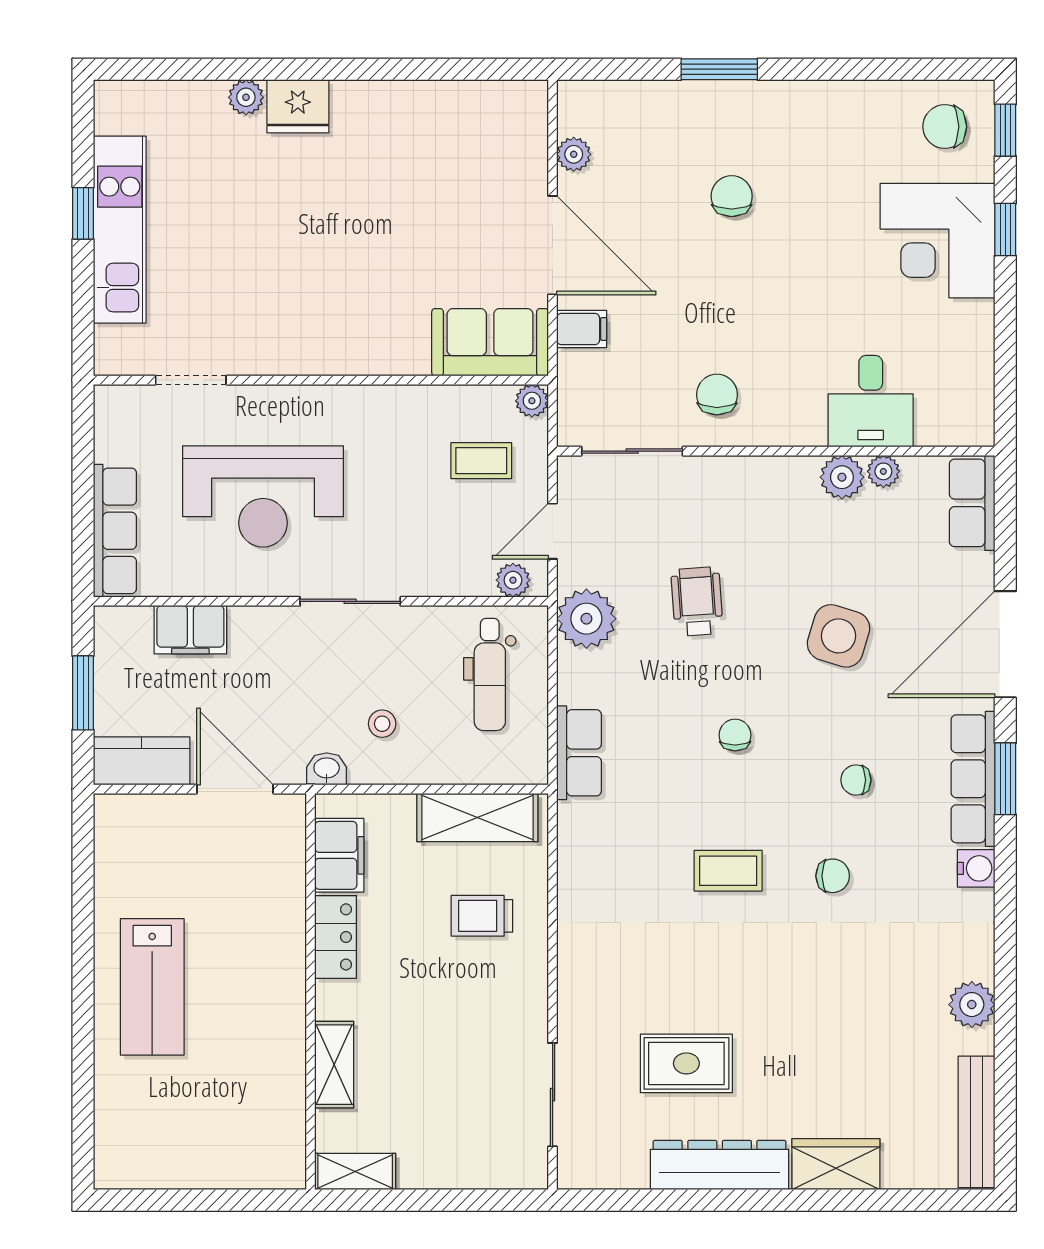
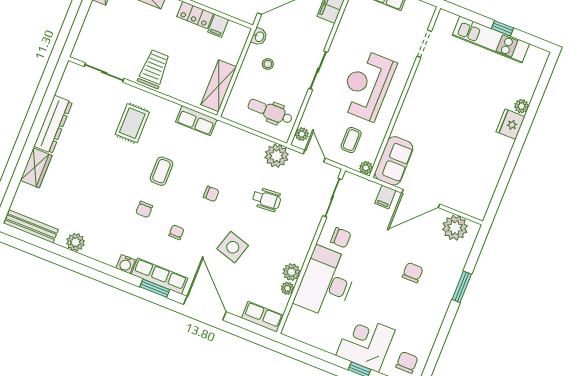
plant: (574, 154) -> (455, 228), width x1.88, depth x1.88
chair: (732, 196) -> (413, 273), turned -90
desk: (871, 401) -> (326, 282), width x1.87, depth x1.30
reception desk: (263, 496) -> (367, 85), moved
row of seats: (579, 753) -> (196, 121), moved
filing cabinet: (339, 855) -> (218, 26), width x0.50
trolley: (482, 916) -> (154, 69), moved, width x1.36, depth x1.39
rug: (686, 1063) -> (132, 123), moved

